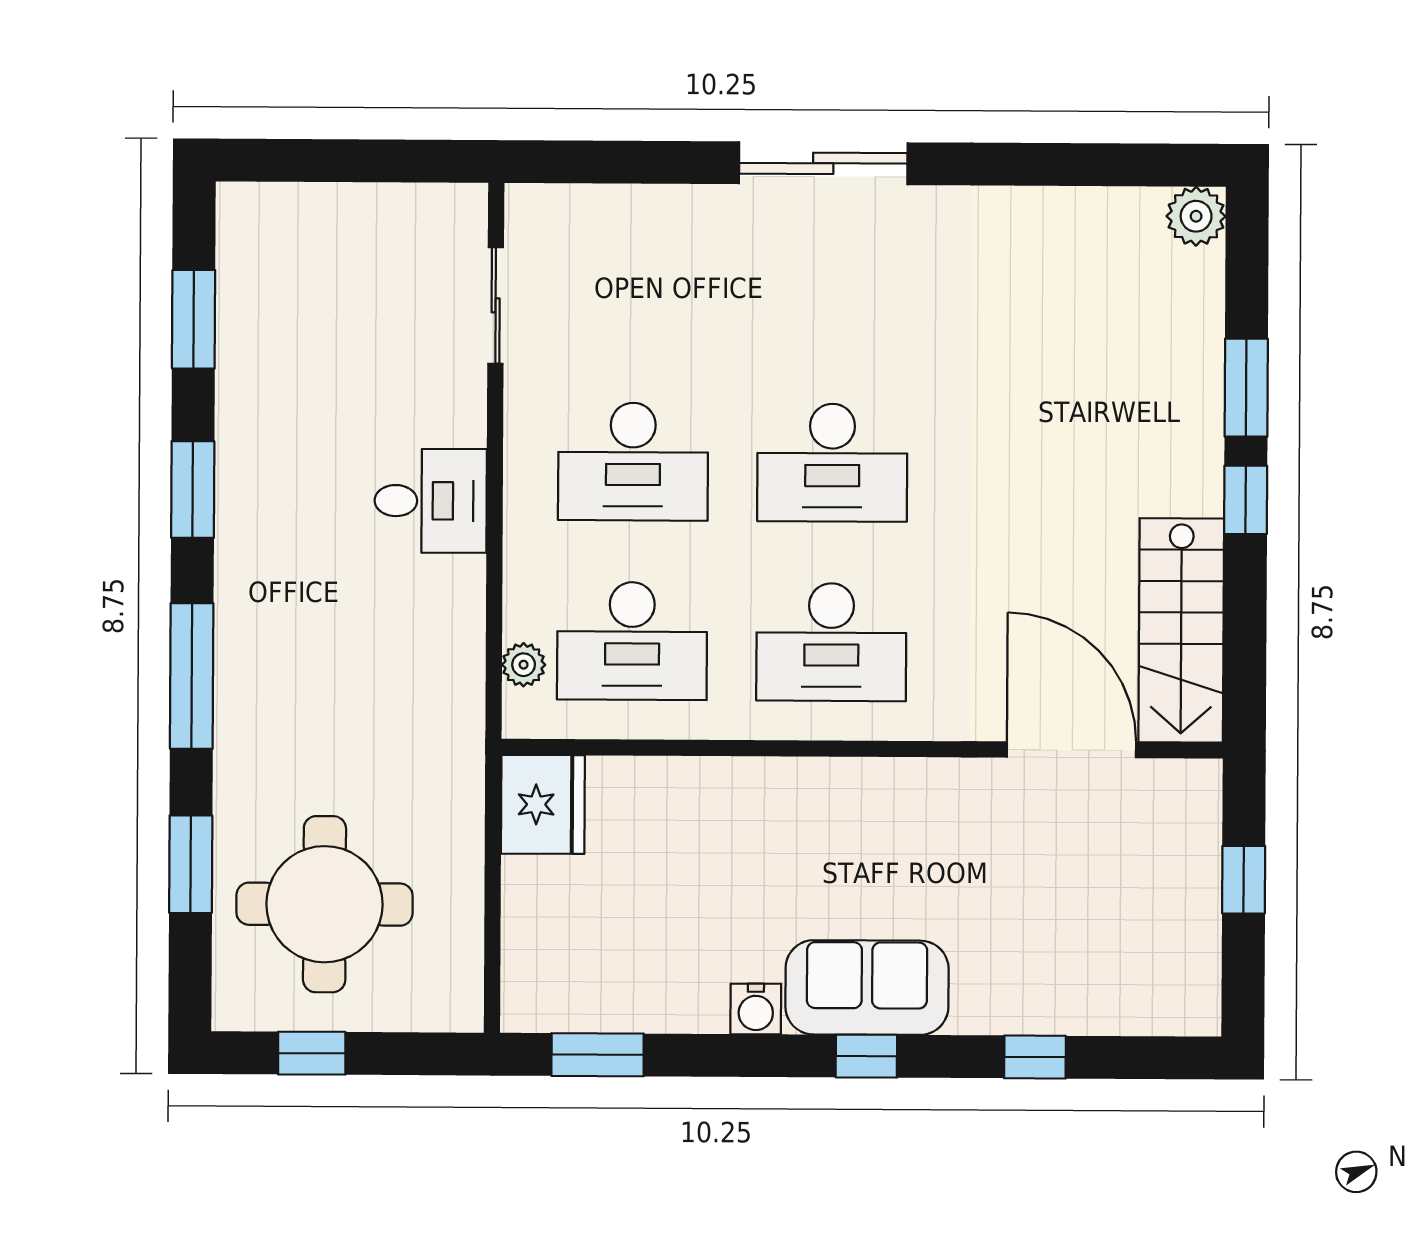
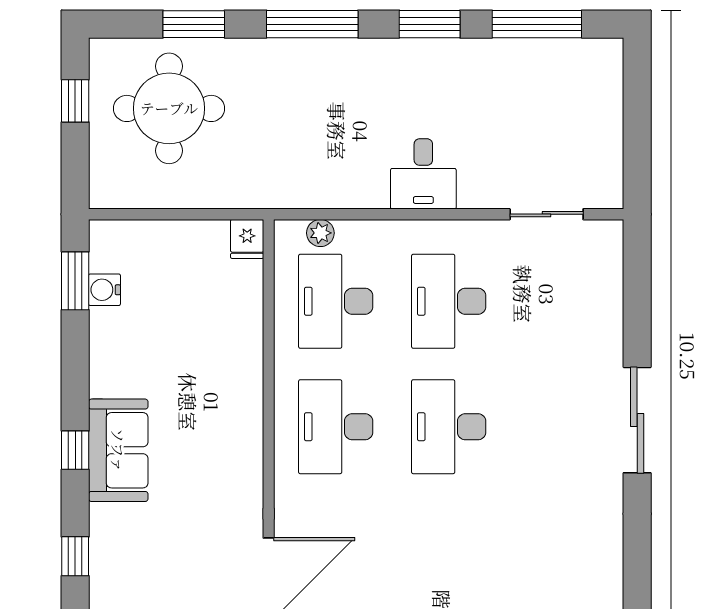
window: (194, 319) -> (537, 24), width x1.44
fridge: (543, 804) -> (247, 239), width x0.53, depth x0.75
water cooler: (756, 1009) -> (104, 290), moved

